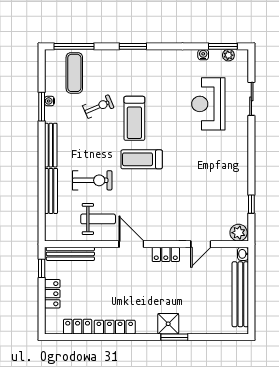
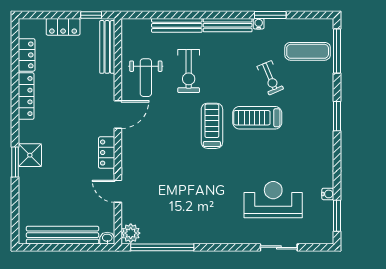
plant: (228, 55) -> (327, 222), removed
water cooler: (49, 101) -> (259, 24), moved
window: (251, 204) -> (162, 247), width x3.17

